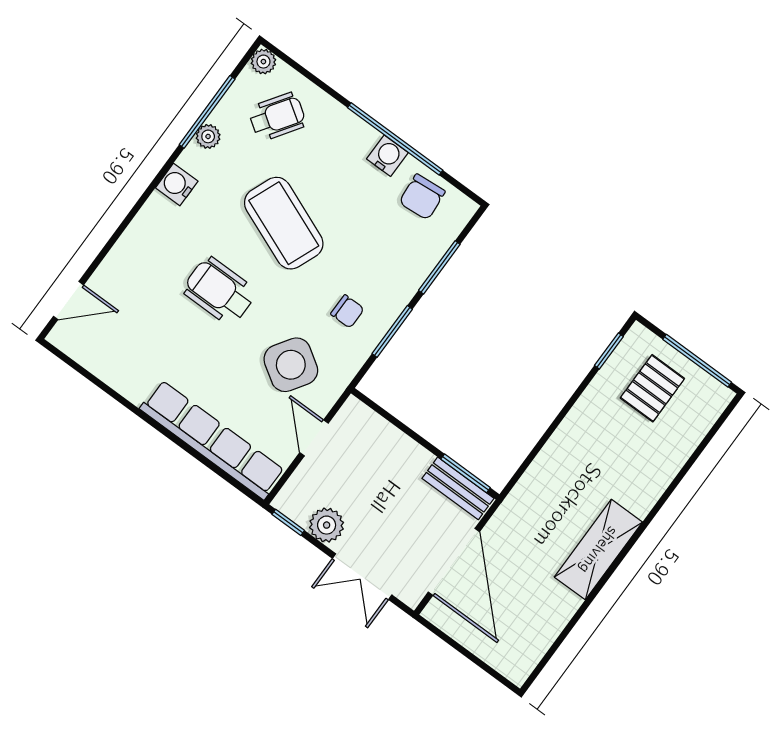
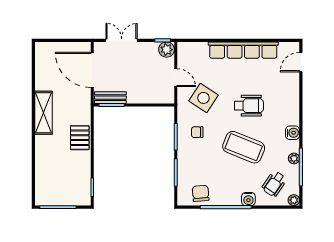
water cooler: (387, 156) -> (248, 199), moved
pallet: (652, 388) -> (80, 138), moved
row of seats: (212, 440) -> (243, 50), moved
plant: (327, 525) -> (167, 50), moved

